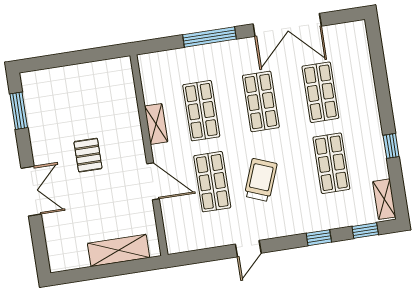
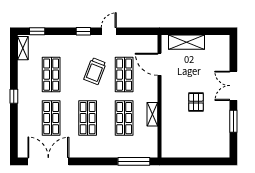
double door: (287, 25) -> (48, 161), moved
window: (210, 37) -> (134, 161), moved
window: (19, 111) -> (233, 121), moved
window: (391, 146) -> (14, 96), moved
door: (153, 181) -> (160, 64), moved
window: (319, 238) -> (83, 31), moved

